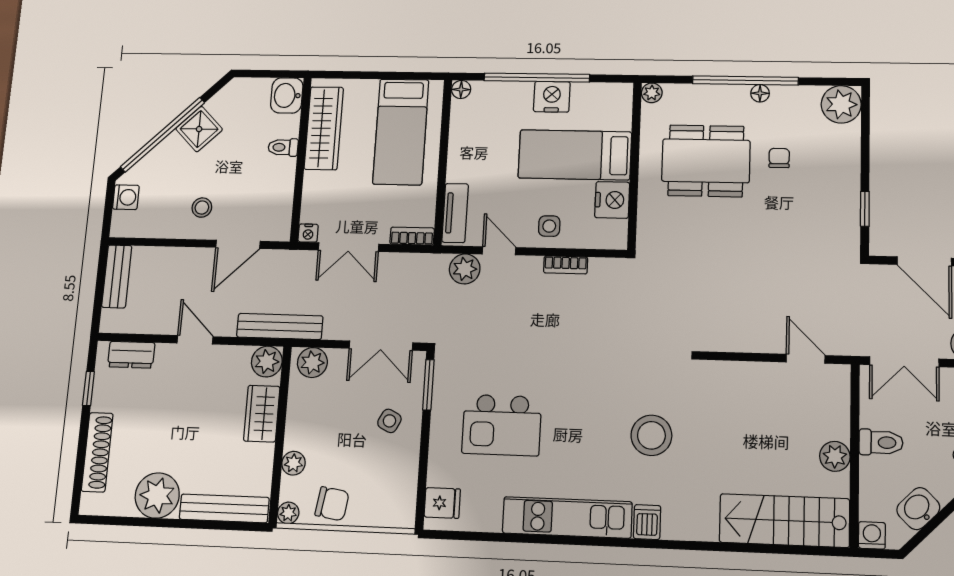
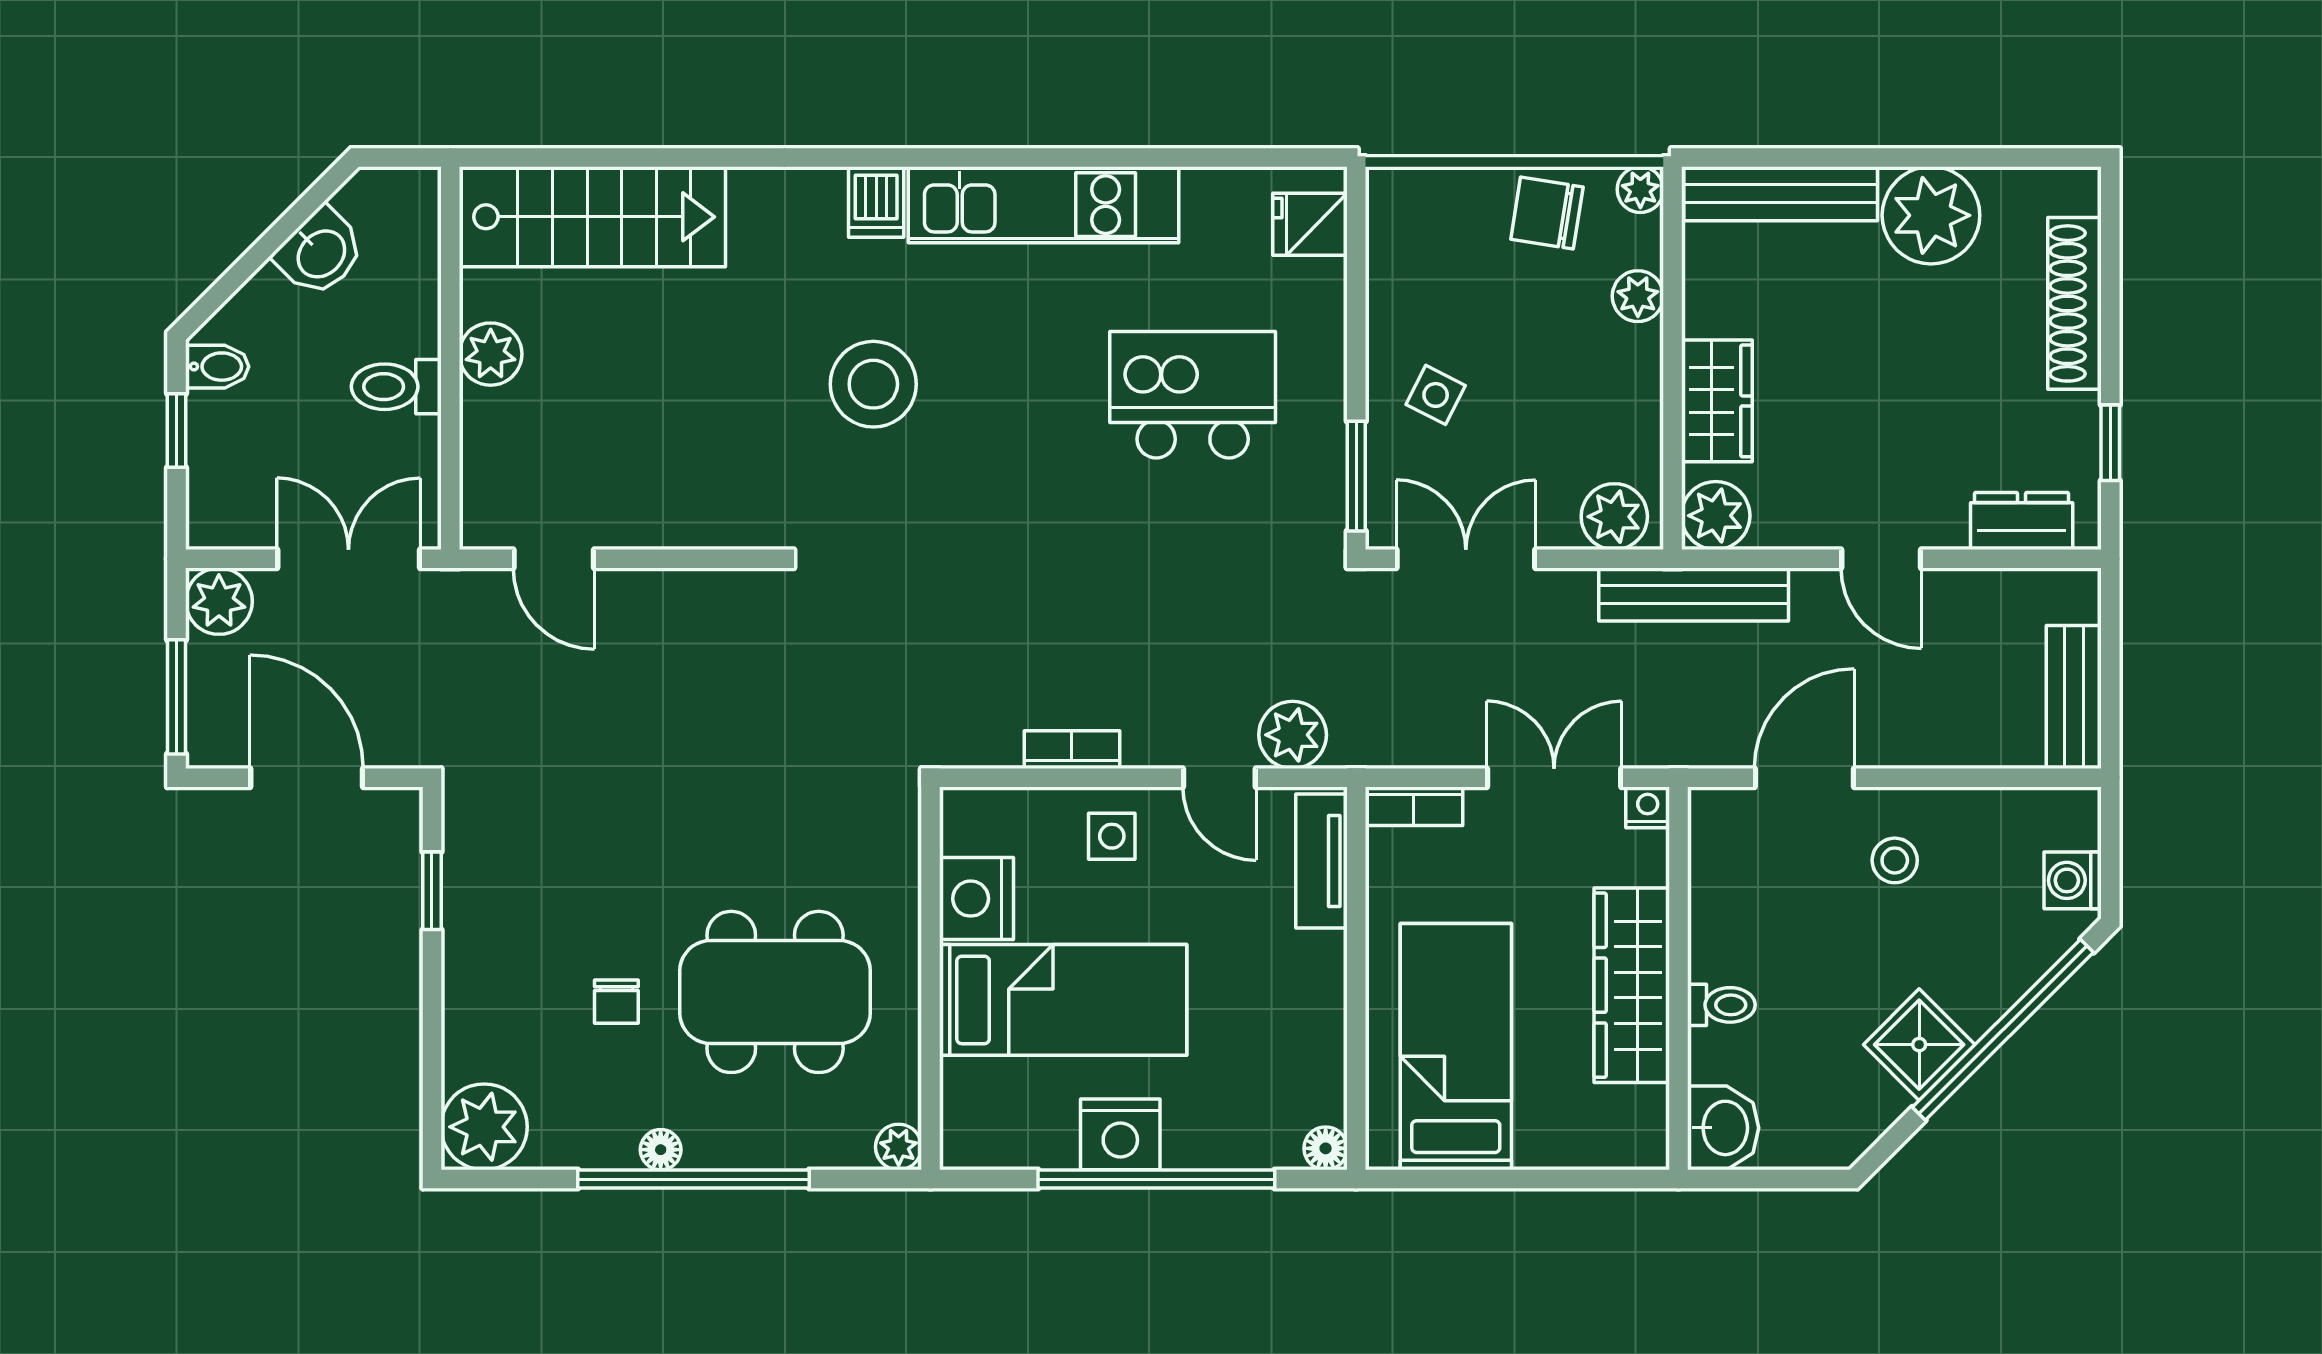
wardrobe: (324, 128) -> (1632, 985), moved
washing machine: (872, 535) -> (414, 194), removed

